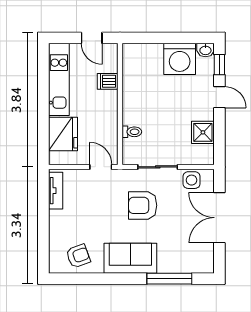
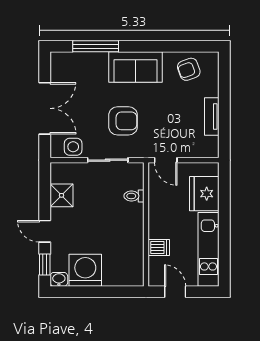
tv unit: (56, 191) -> (212, 116), moved

